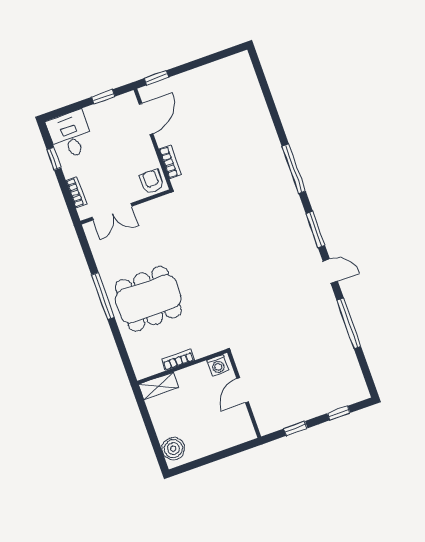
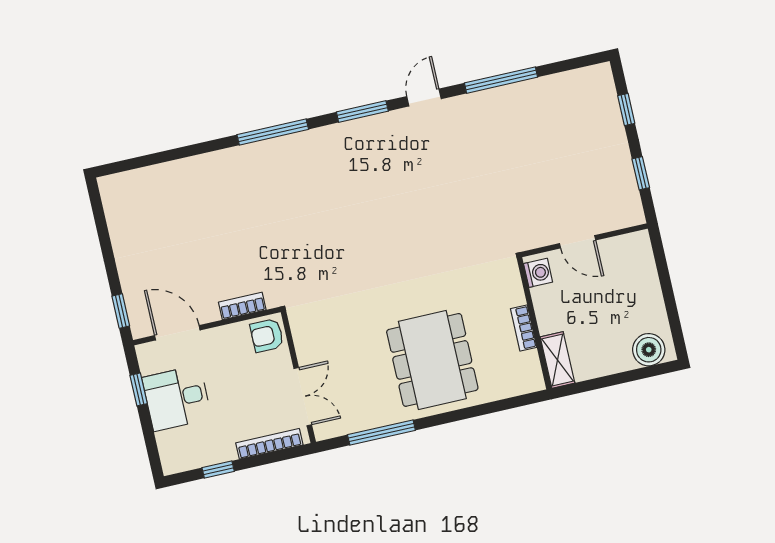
desk: (70, 135) -> (177, 398), moved
bookcase: (76, 192) -> (269, 444), width x1.56
window: (103, 296) -> (381, 432), moved

